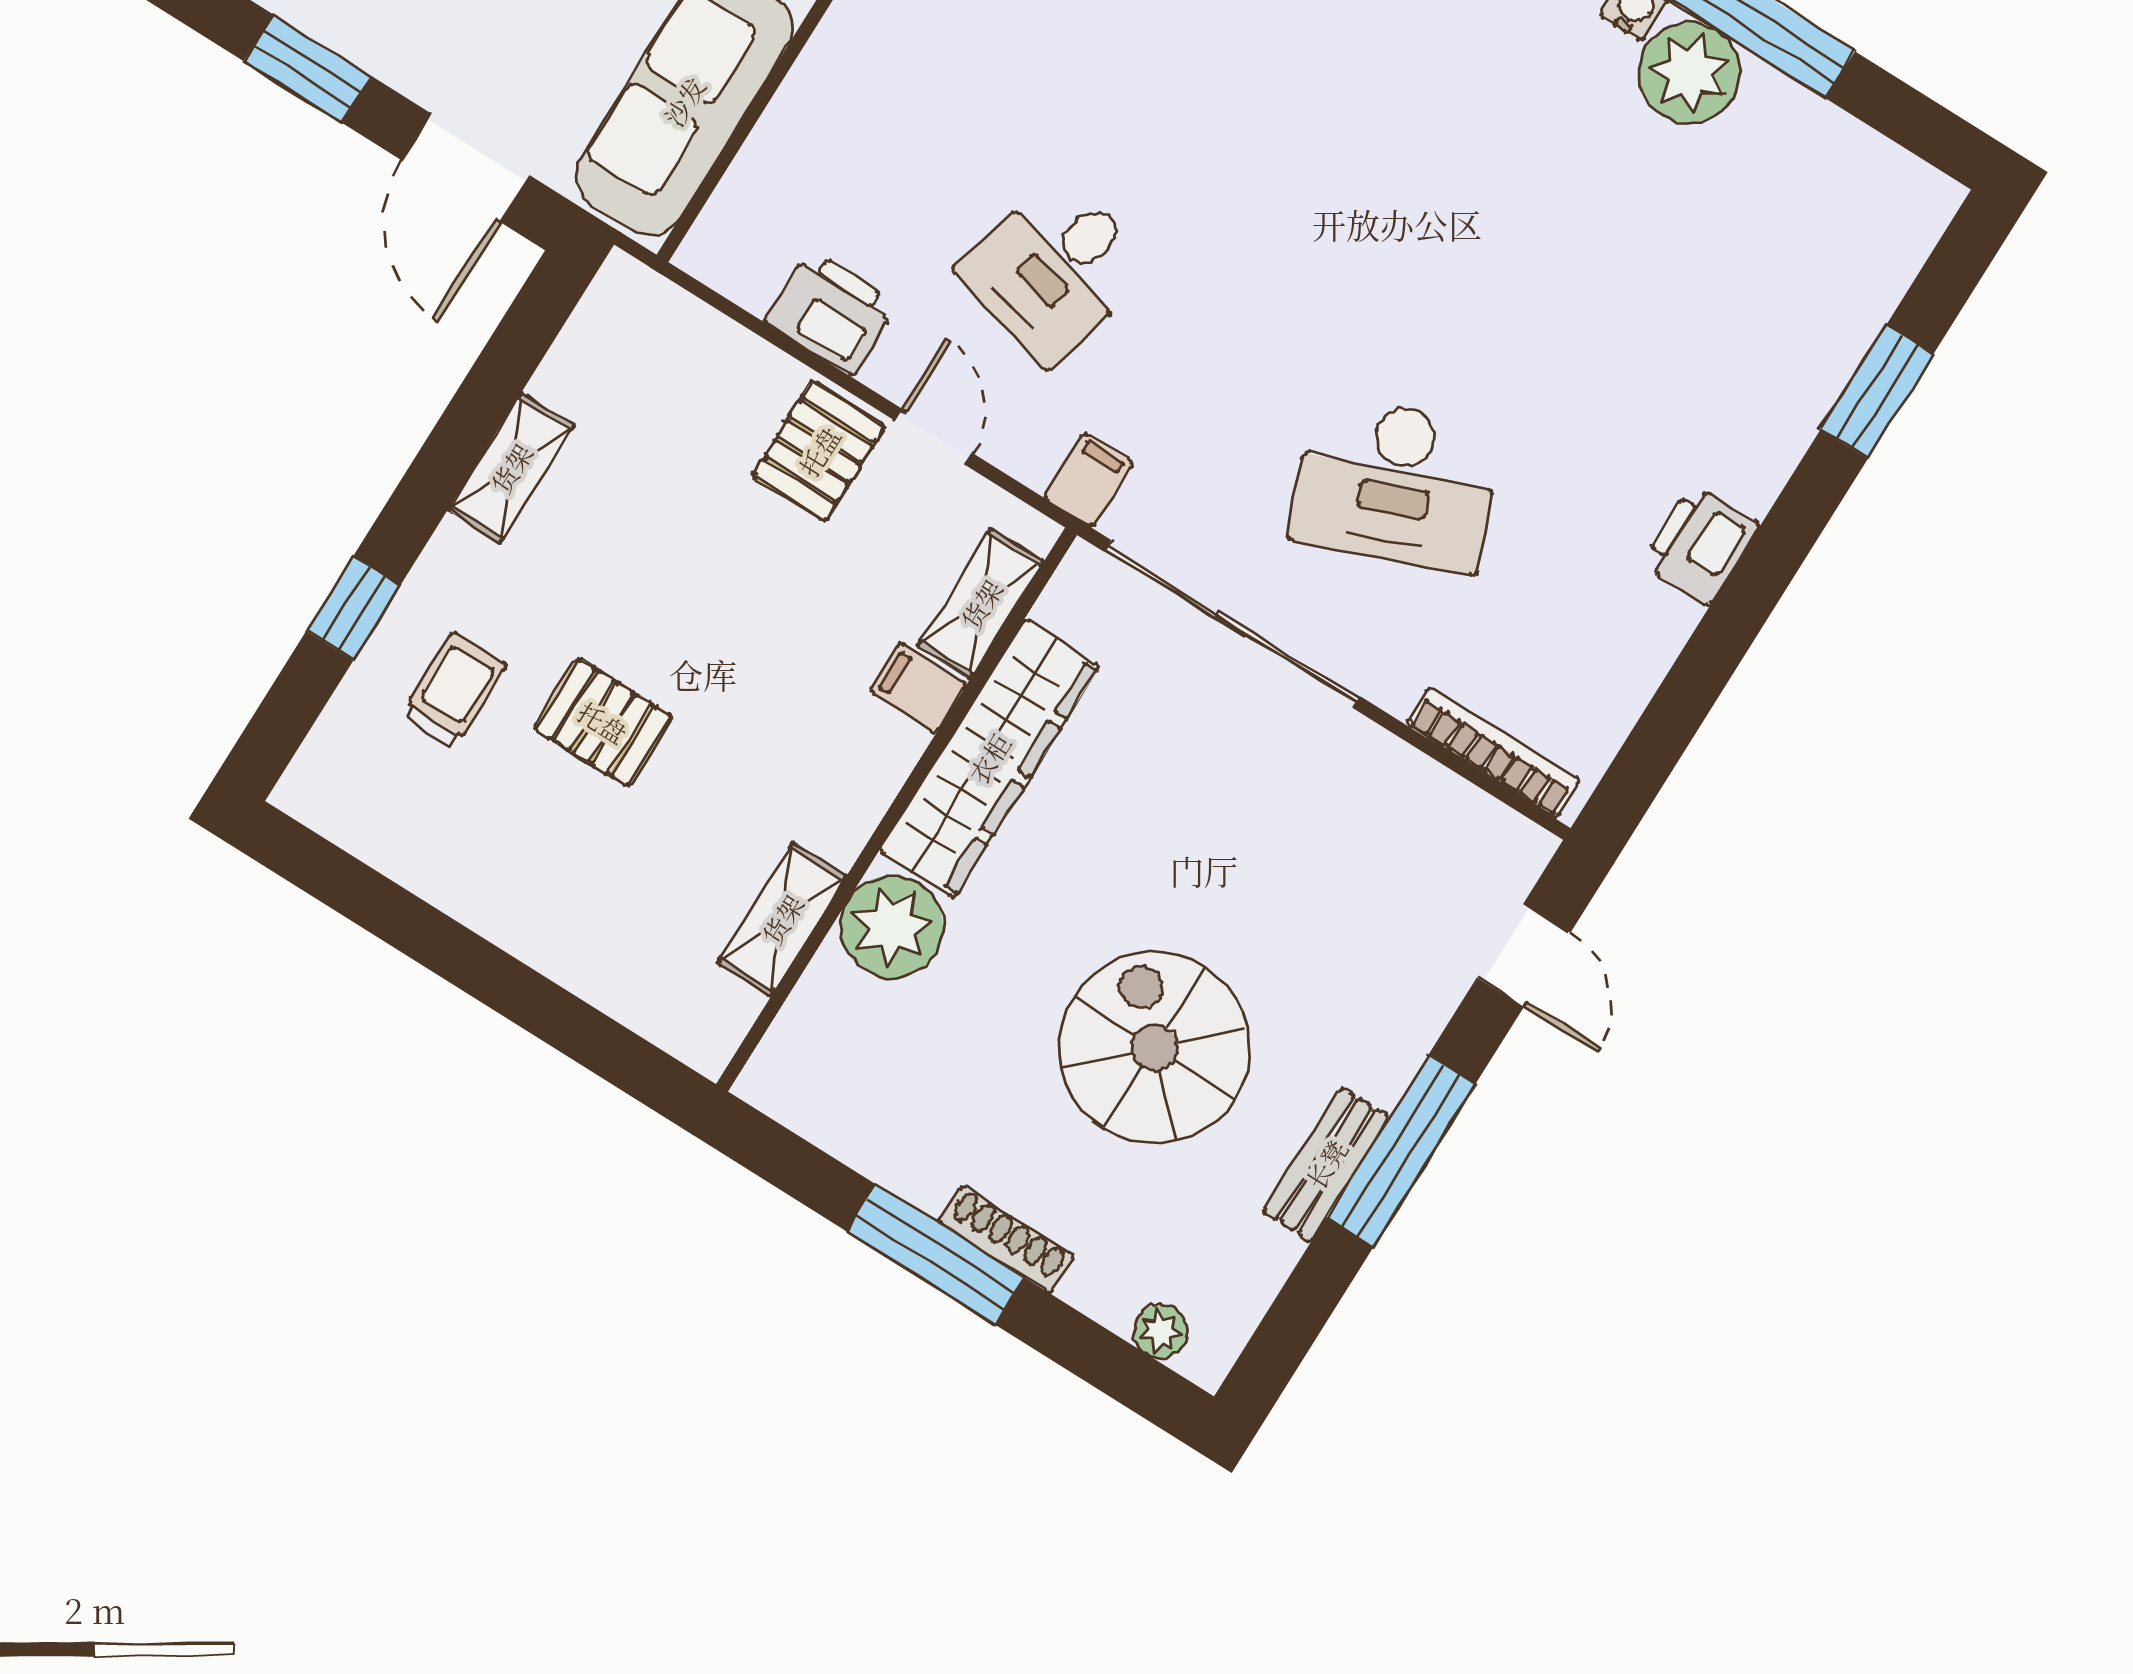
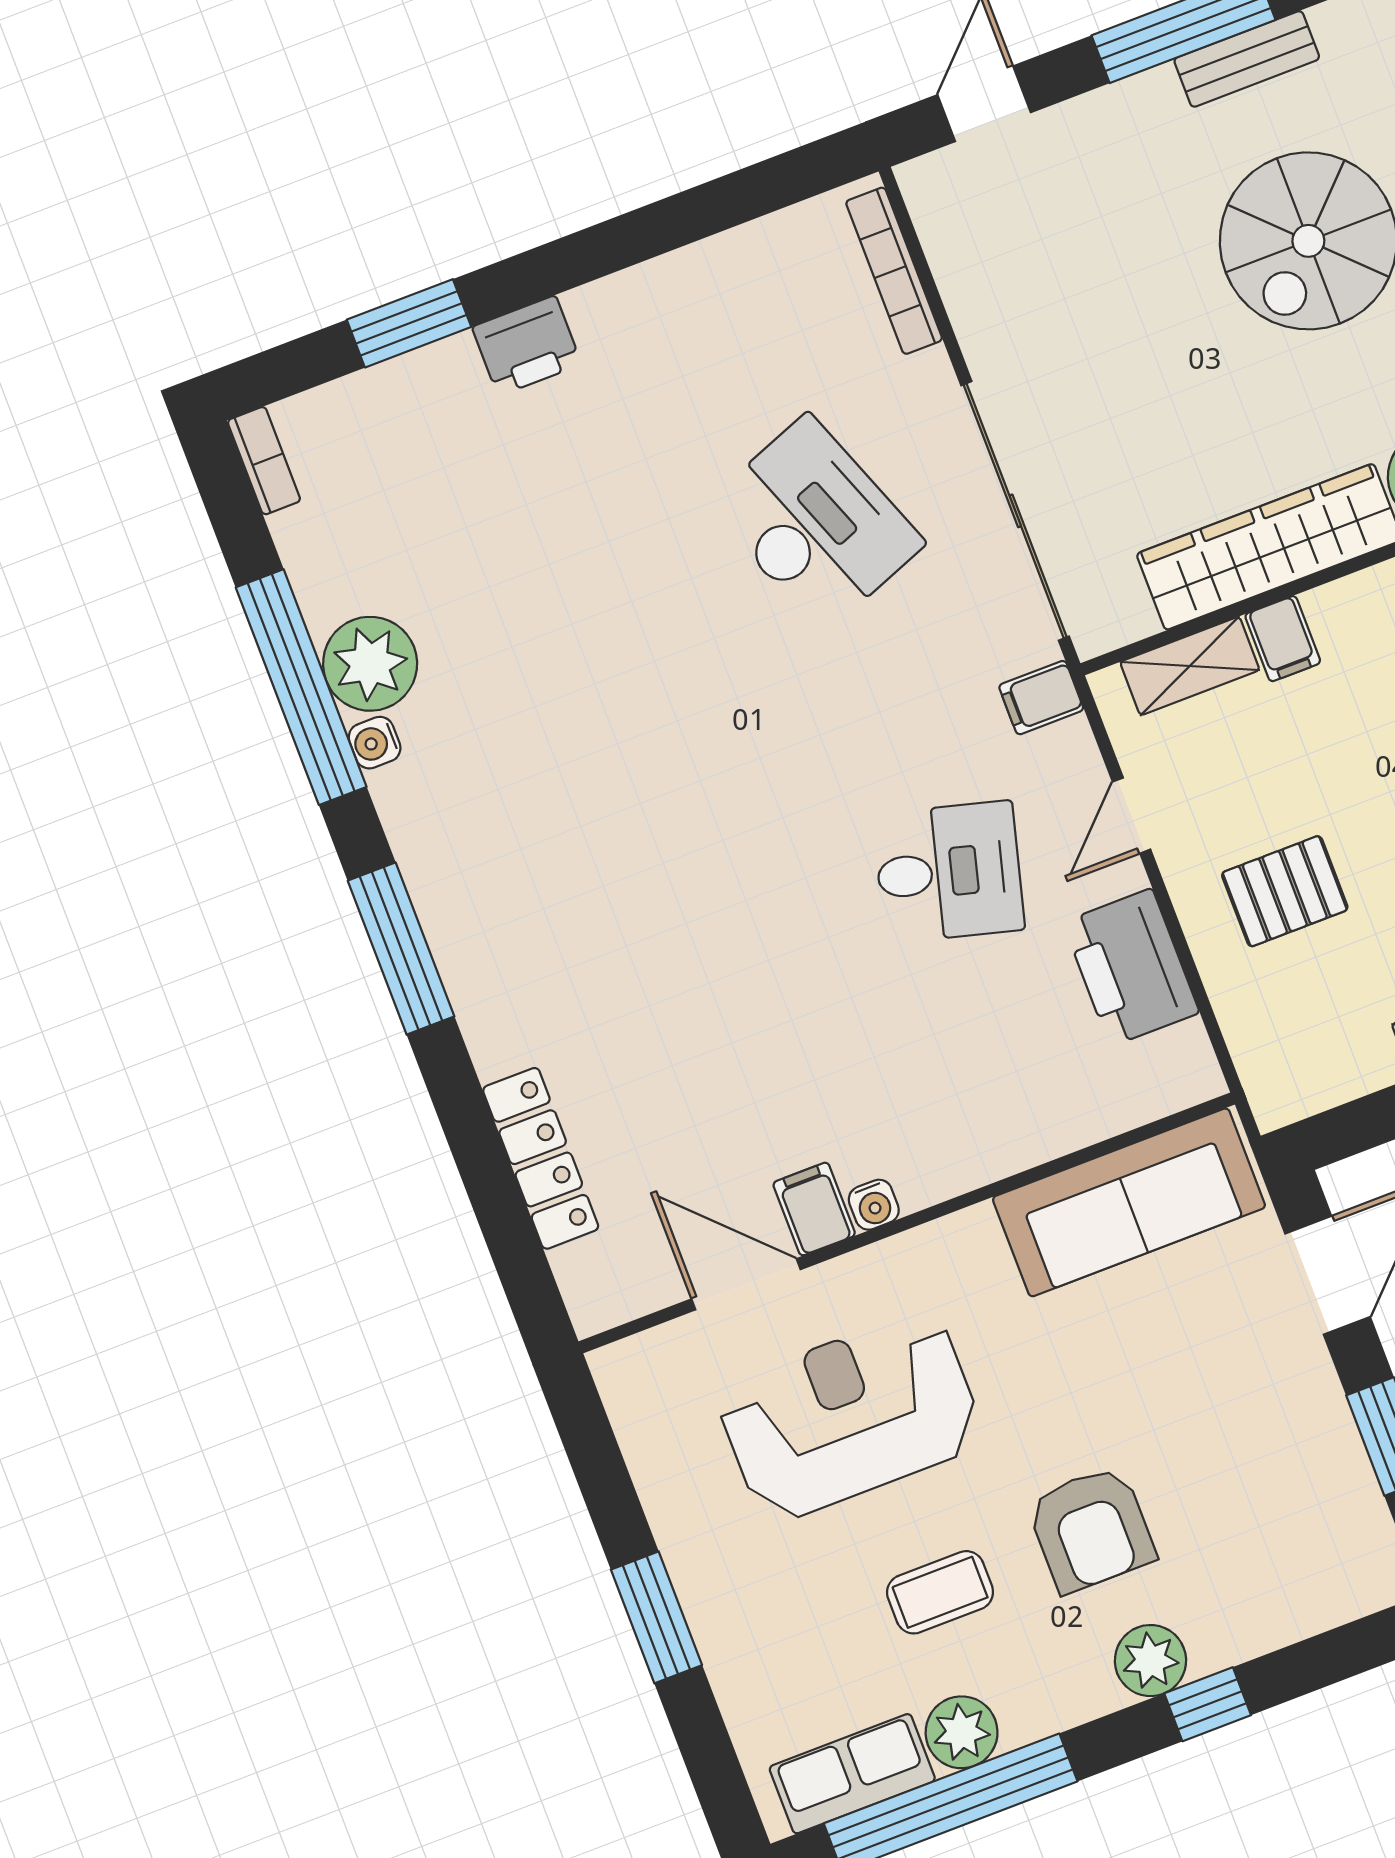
bookcase: (1913, 179) -> (264, 461), added
printer: (831, 313) -> (1131, 967), width x1.37, depth x1.19
pallet: (819, 451) -> (1285, 891), moved
printer: (1701, 545) -> (527, 346), moved

